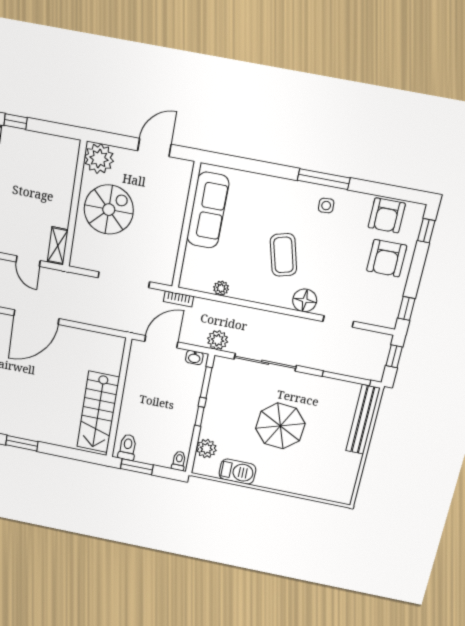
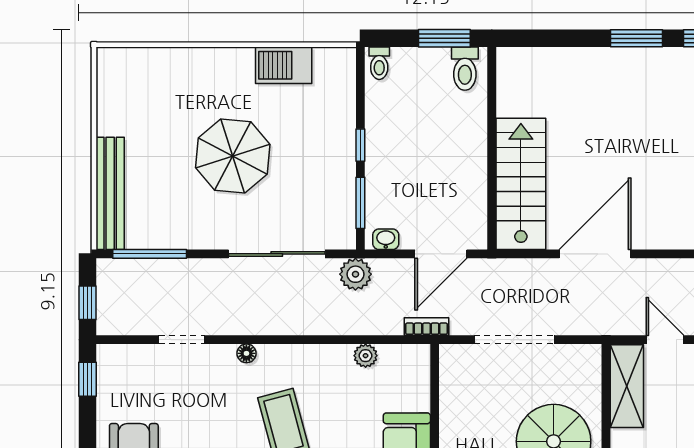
shelving: (58, 246) -> (627, 386), width x1.50, depth x1.33
floor lamp: (305, 300) -> (246, 353), width x0.53, depth x0.53
door: (36, 317) -> (595, 254), moved
stairs: (98, 412) -> (521, 184), moved
plant: (206, 449) -> (340, 94), removed

